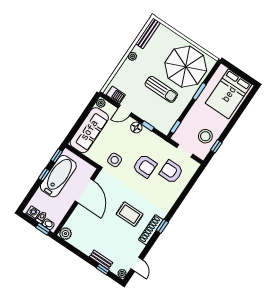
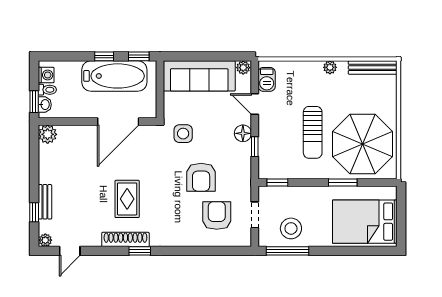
window: (216, 146) -> (287, 251), width x2.17

